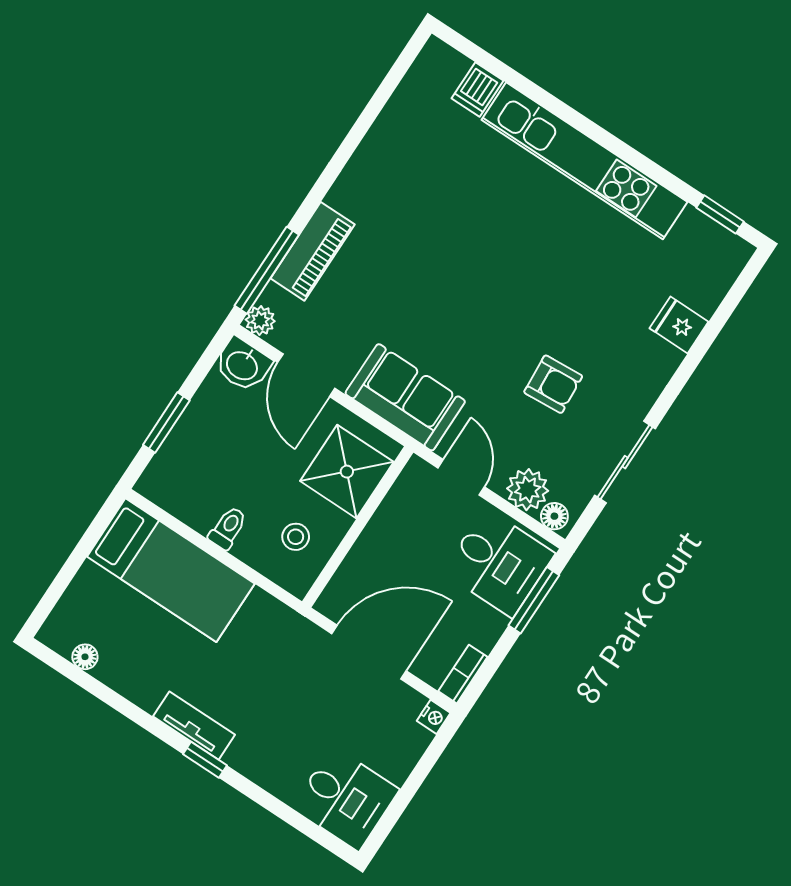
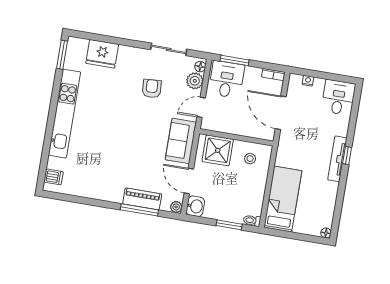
dishwasher: (477, 89) -> (53, 177), moved
window: (720, 214) -> (62, 55), width x1.50
window: (267, 270) -> (139, 210), moved
fridge: (679, 325) -> (102, 54), width x1.88, depth x1.34
door: (306, 375) -> (189, 181), swing flipped
toilet: (228, 528) -> (252, 221), moved
floor lamp: (85, 657) -> (326, 233), moved
nightstand: (434, 717) -> (308, 81), moved
tv unit: (194, 726) -> (337, 159), width x1.41

